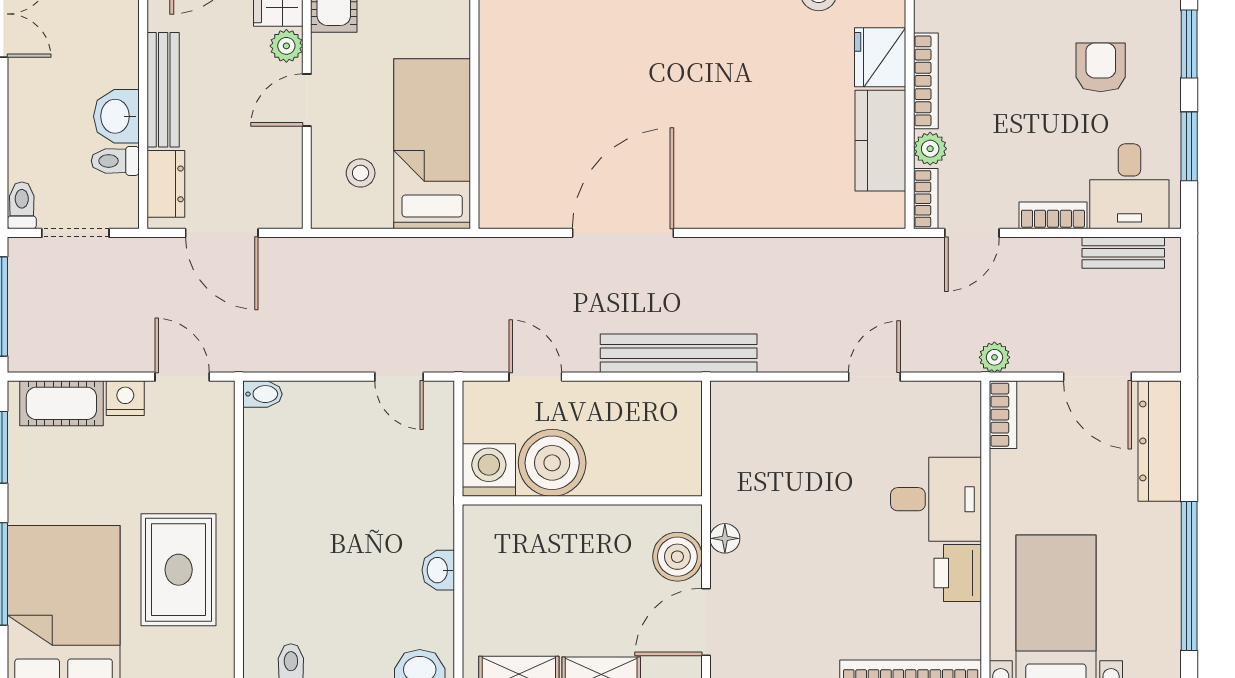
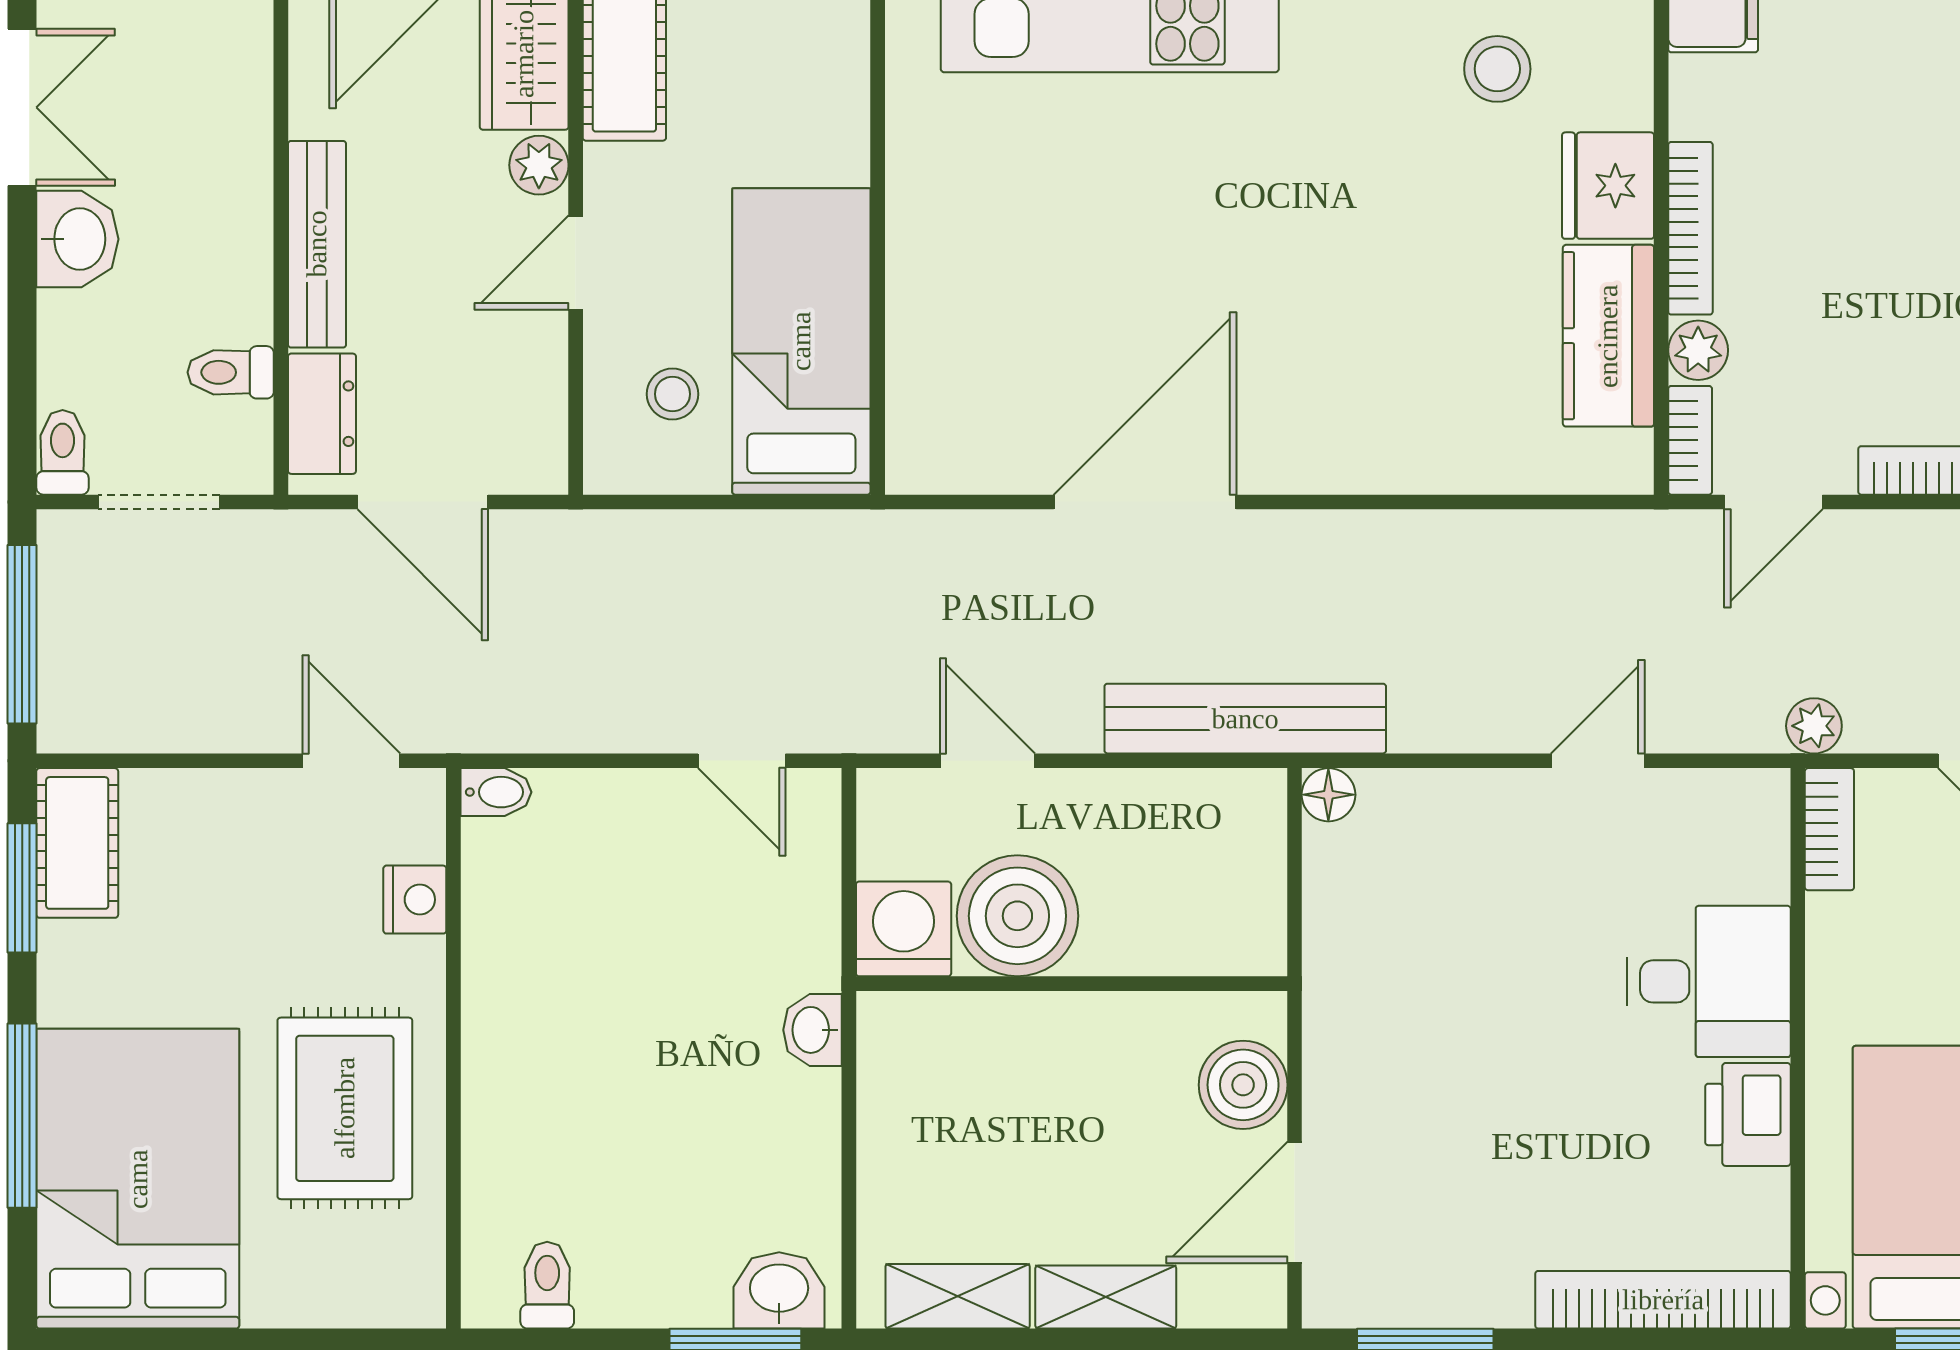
washbasin: (116, 116) -> (77, 239), moved, turned 180
nightstand: (125, 398) -> (415, 900), moved, turned 90
cot: (61, 403) -> (77, 843), moved, turned 90
floor lamp: (725, 538) -> (1328, 795), moved
washbasin: (438, 570) -> (812, 1030), moved

